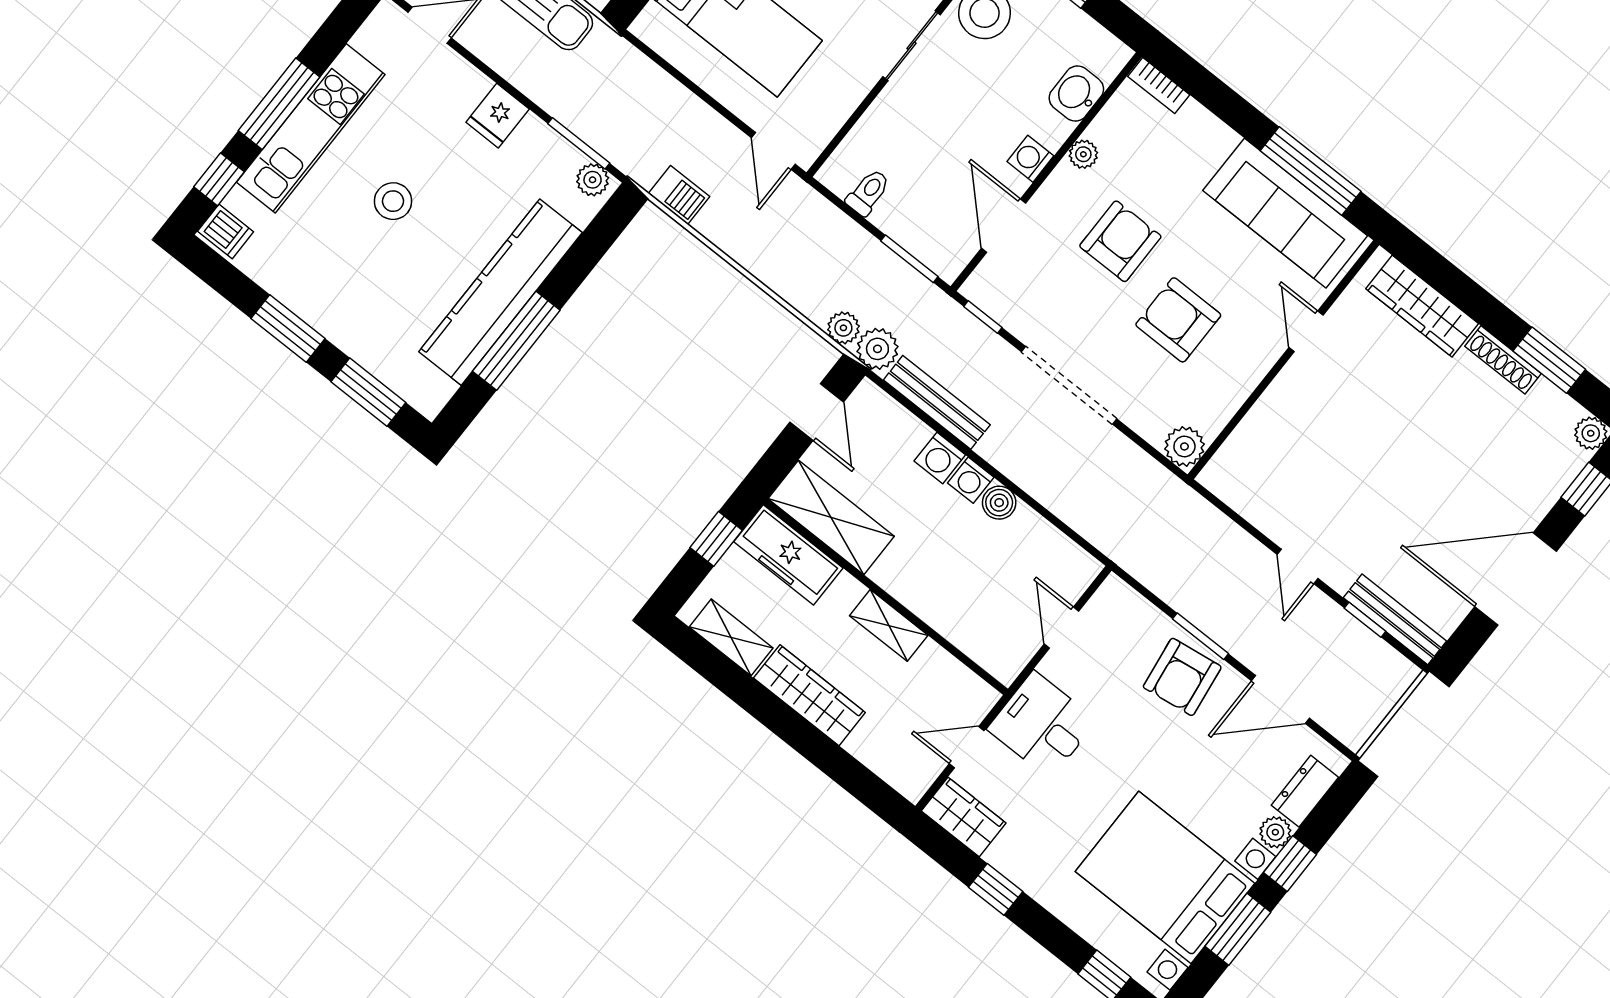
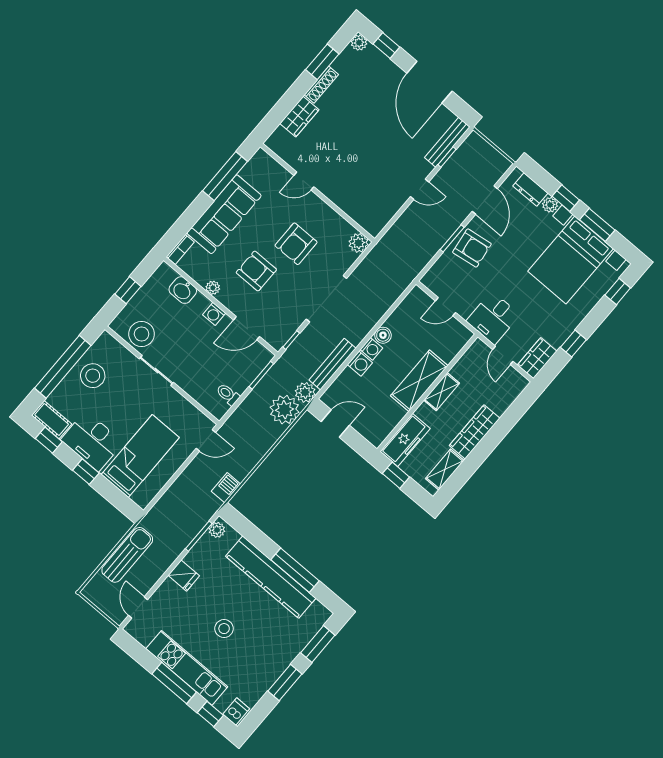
sofa: (1285, 213) -> (224, 214), moved
wardrobe: (1422, 306) -> (299, 117), width x0.67
plant: (843, 328) -> (284, 410), width x1.88, depth x1.88
shelving: (831, 517) -> (419, 381), moved

